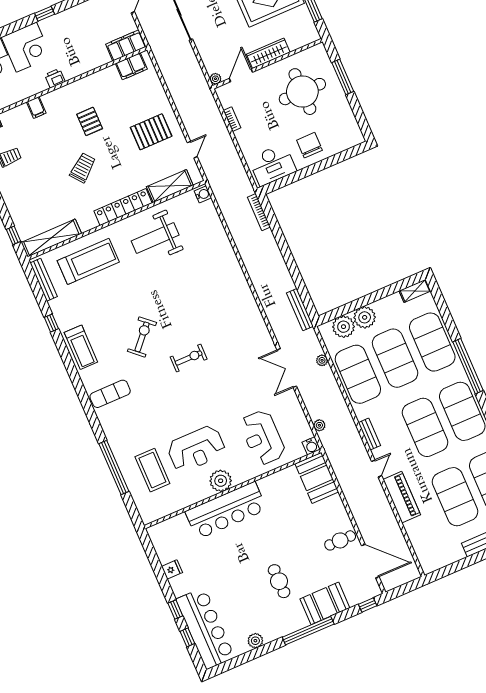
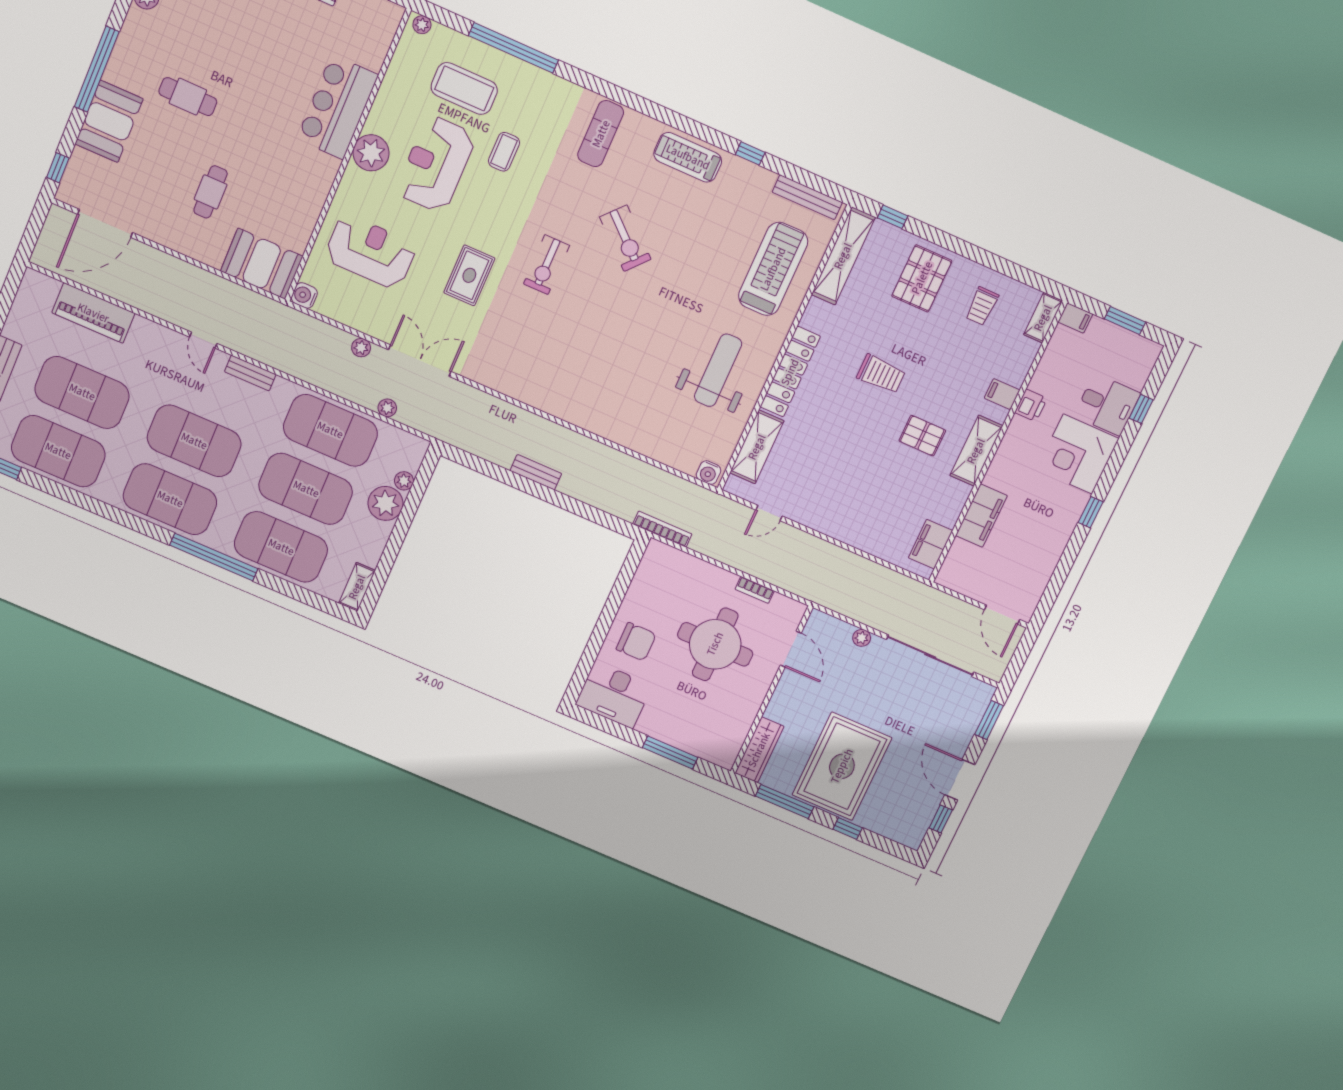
filing cabinet: (126, 45) -> (981, 516), moved
wardrobe: (268, 53) -> (759, 750), moved
printer: (55, 78) -> (1031, 405), moved
plant: (215, 79) -> (862, 638), moved
shelving: (71, 92) -> (976, 451), added
round table: (302, 92) -> (715, 644), moved
pallet: (151, 132) -> (922, 278), moved
door: (192, 150) -> (769, 513), hinge flipped
desk: (272, 165) -> (614, 695), moved, turned -90
trolley: (83, 168) -> (881, 374), turned -51
bookcase: (259, 212) -> (662, 529), moved
treadmill: (88, 261) -> (773, 269), turned 180
bench: (300, 310) -> (536, 472), moved, width x0.73
plant: (343, 327) -> (404, 481), width x0.53, depth x0.53
rug: (228, 386) -> (469, 275), added
plant: (319, 425) -> (361, 348), moved
coffee table: (161, 426) -> (504, 152), added
piano: (402, 497) -> (93, 313), moved
bar counter: (226, 510) -> (337, 107), width x0.73
plant: (145, 515) -> (422, 25), added
cafe table: (340, 540) -> (211, 192), moved

